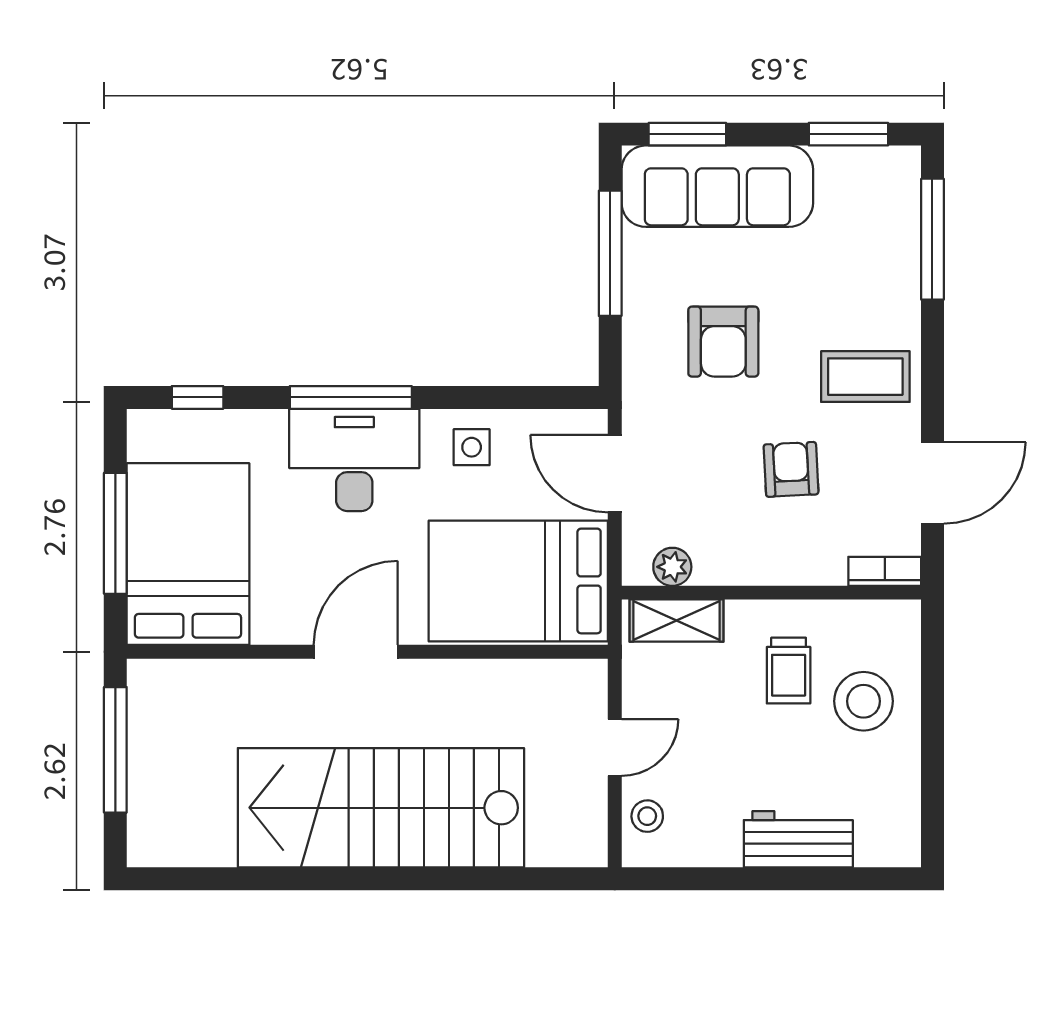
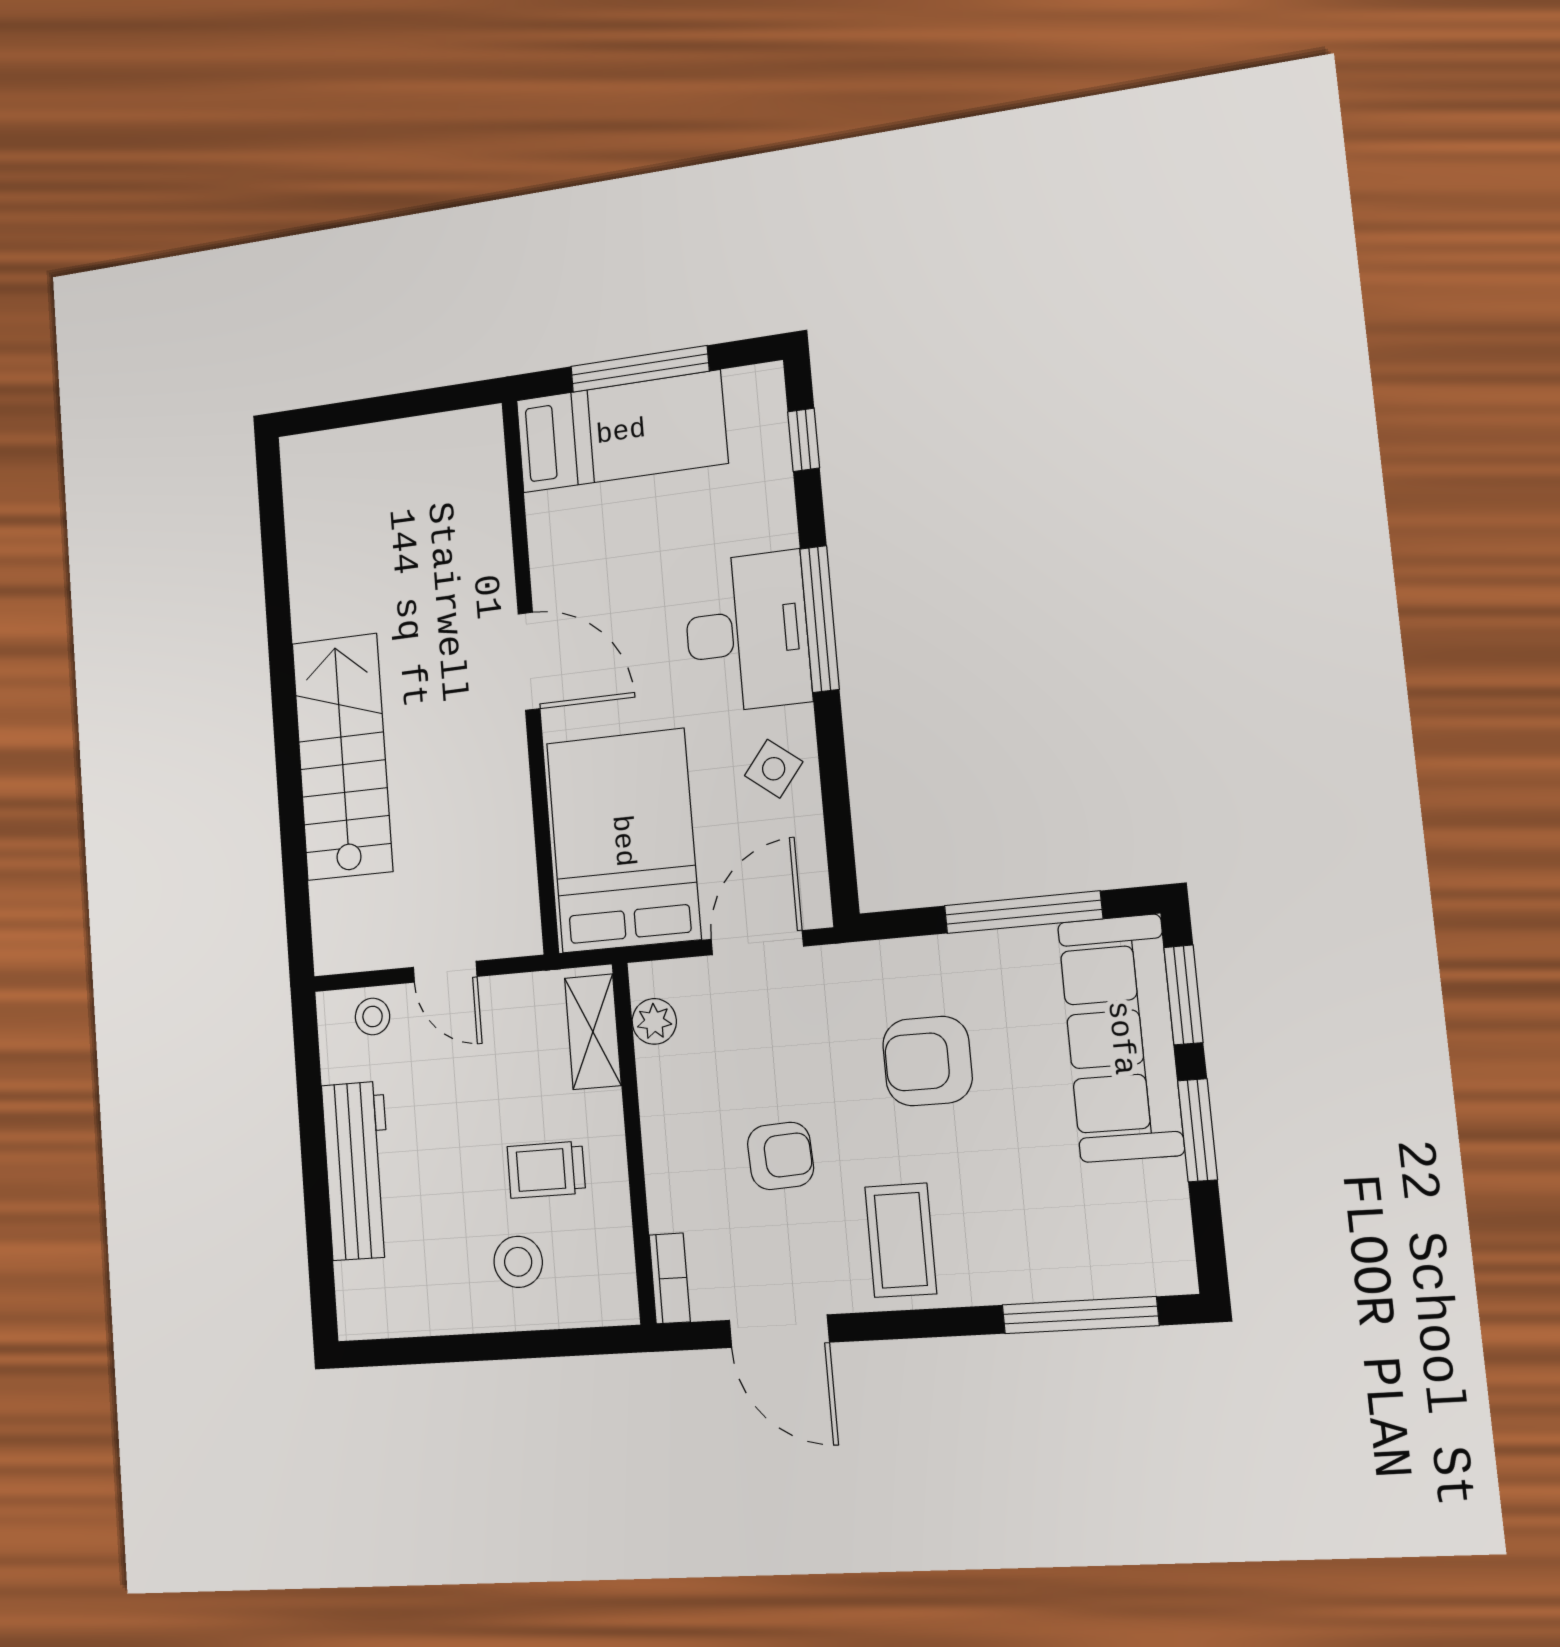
window: (848, 134) -> (1198, 1130), moved
side table: (472, 447) -> (774, 769), turned 38
bed: (188, 554) -> (621, 432), width x0.67
stool: (864, 701) -> (518, 1262), width x0.73, depth x0.73
window: (115, 750) -> (402, 406), removed
stairs: (381, 808) -> (342, 757), width x0.73, depth x0.66
workbench: (798, 839) -> (358, 1171), width x1.37

